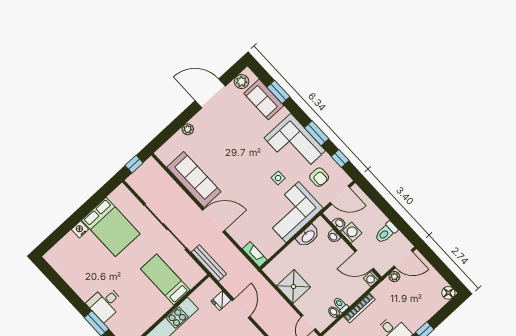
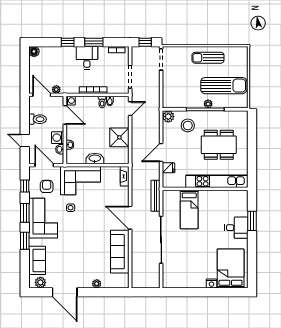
window: (278, 92) -> (25, 241), moved
window: (134, 164) -> (146, 292), removed
door: (380, 201) -> (25, 140), added
bed: (111, 227) -> (231, 269), moved
washbasin: (308, 236) -> (95, 159), moved

